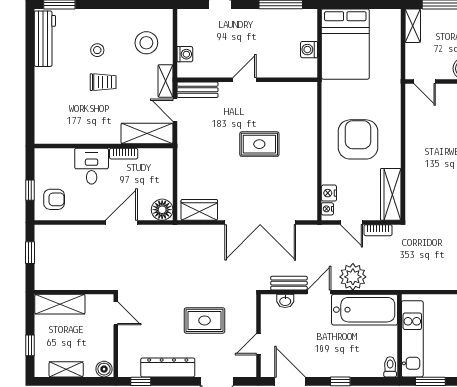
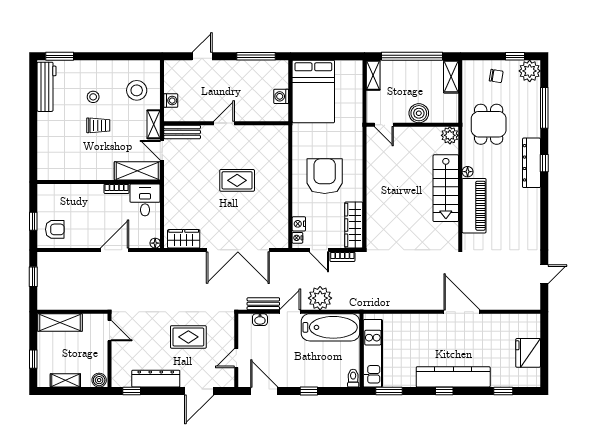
desk: (92, 166) -> (145, 200), moved
floor lamp: (162, 210) -> (155, 243), width x0.53, depth x0.53

